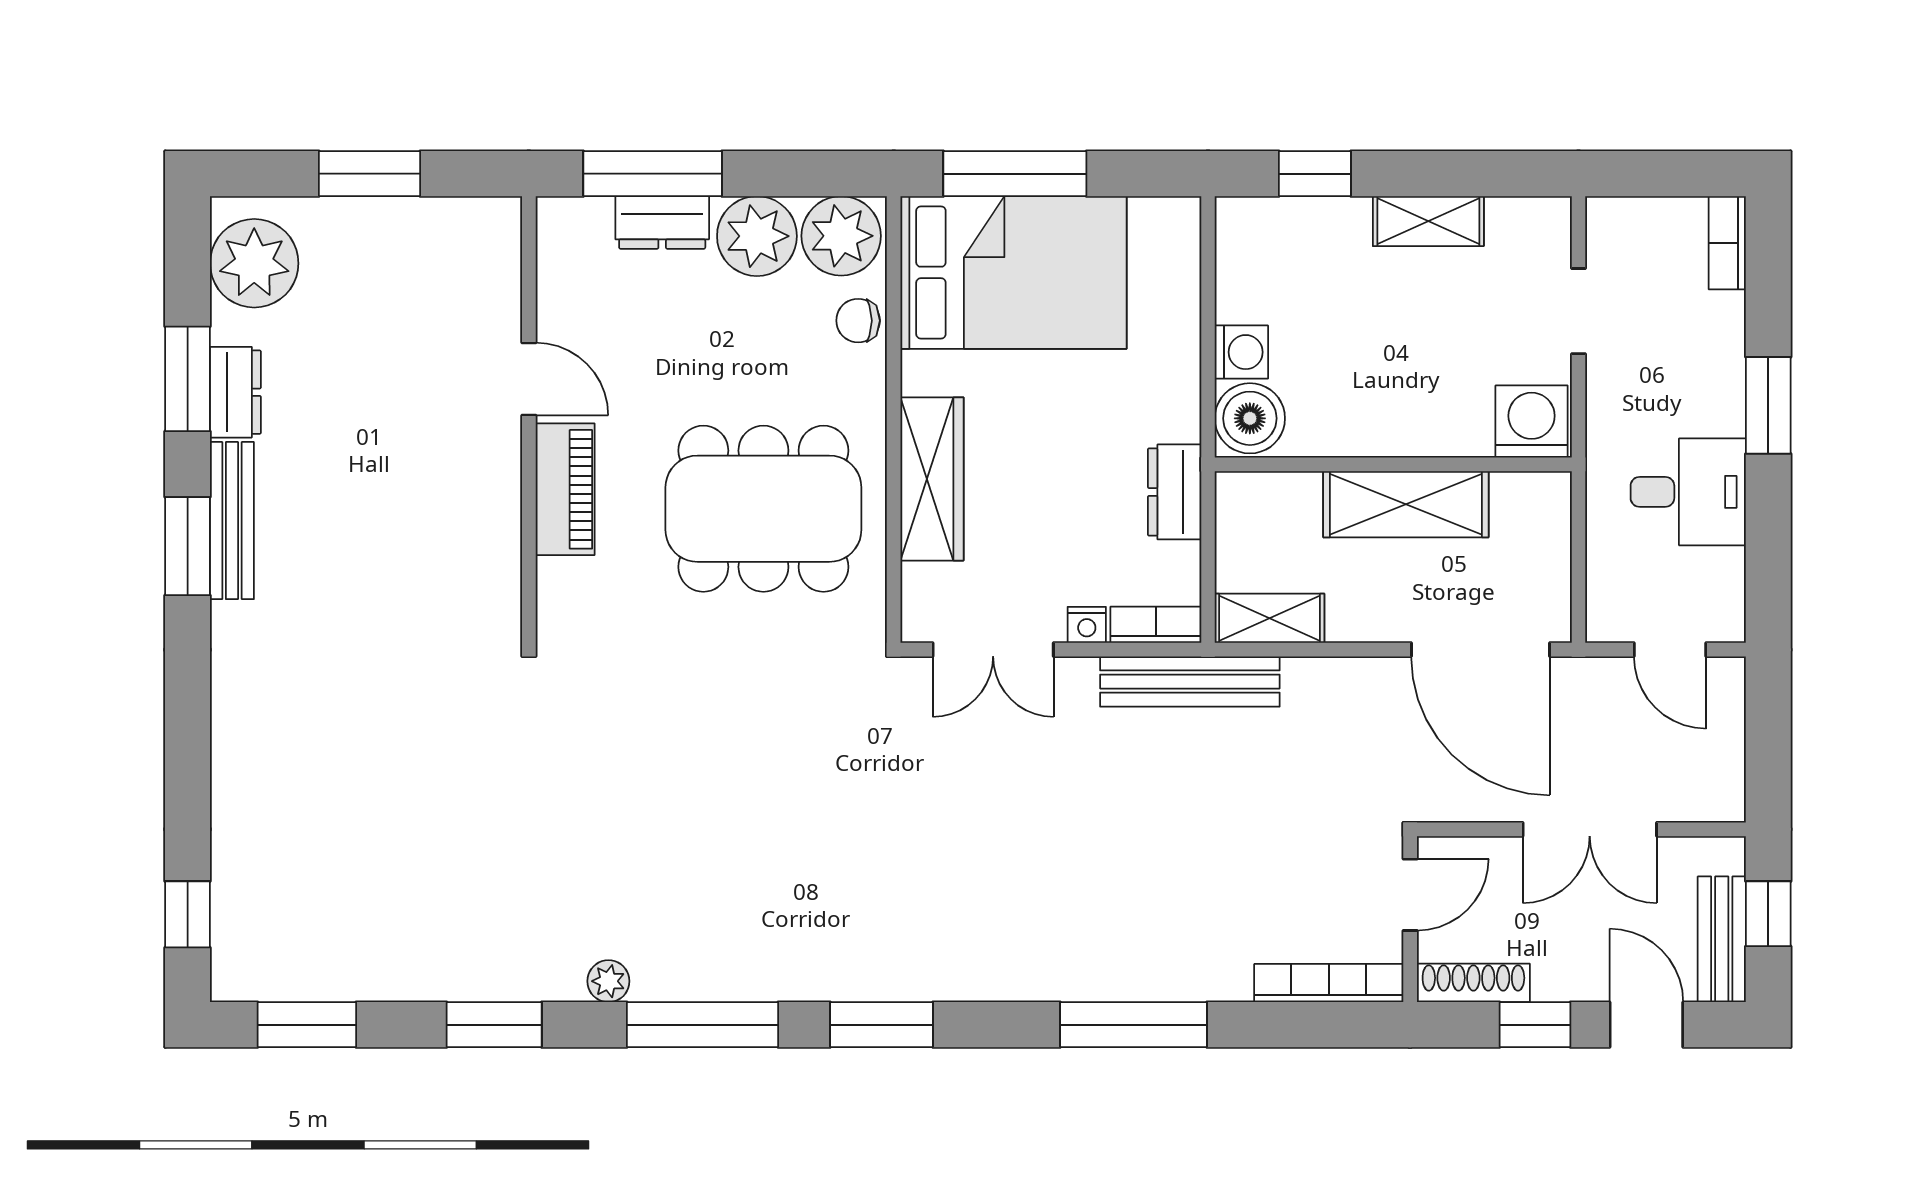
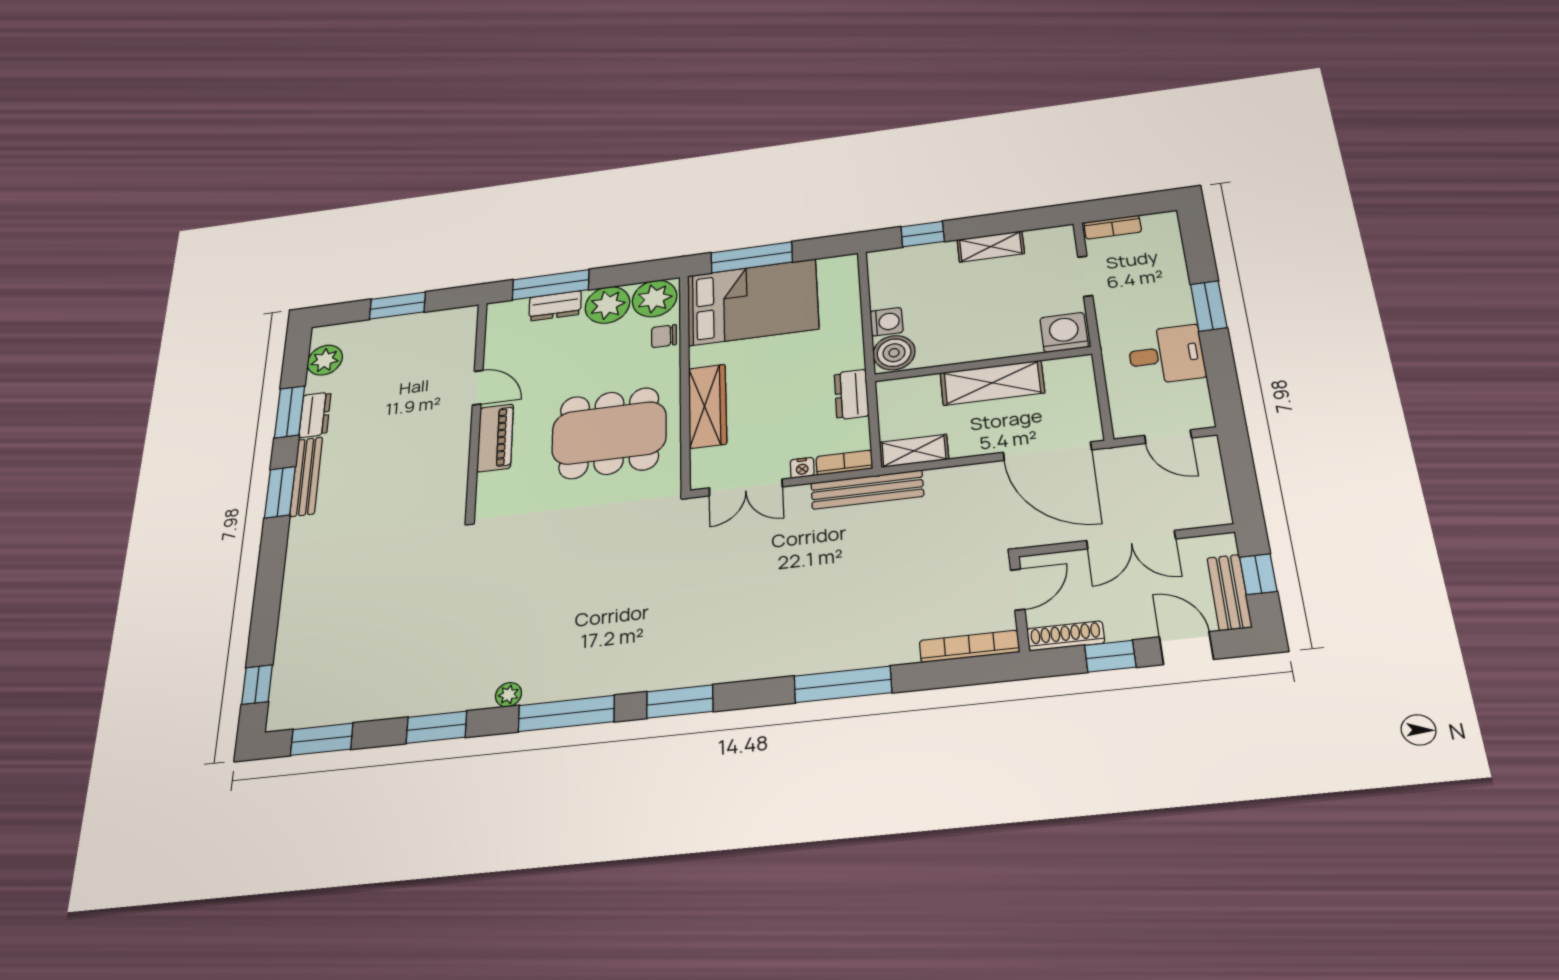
bookcase: (1727, 243) -> (1113, 227), moved, turned -90
plant: (254, 263) -> (325, 360), width x0.73, depth x0.73

